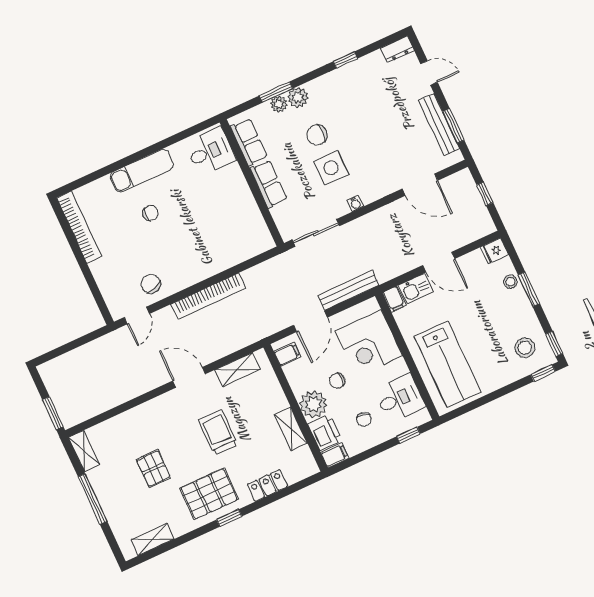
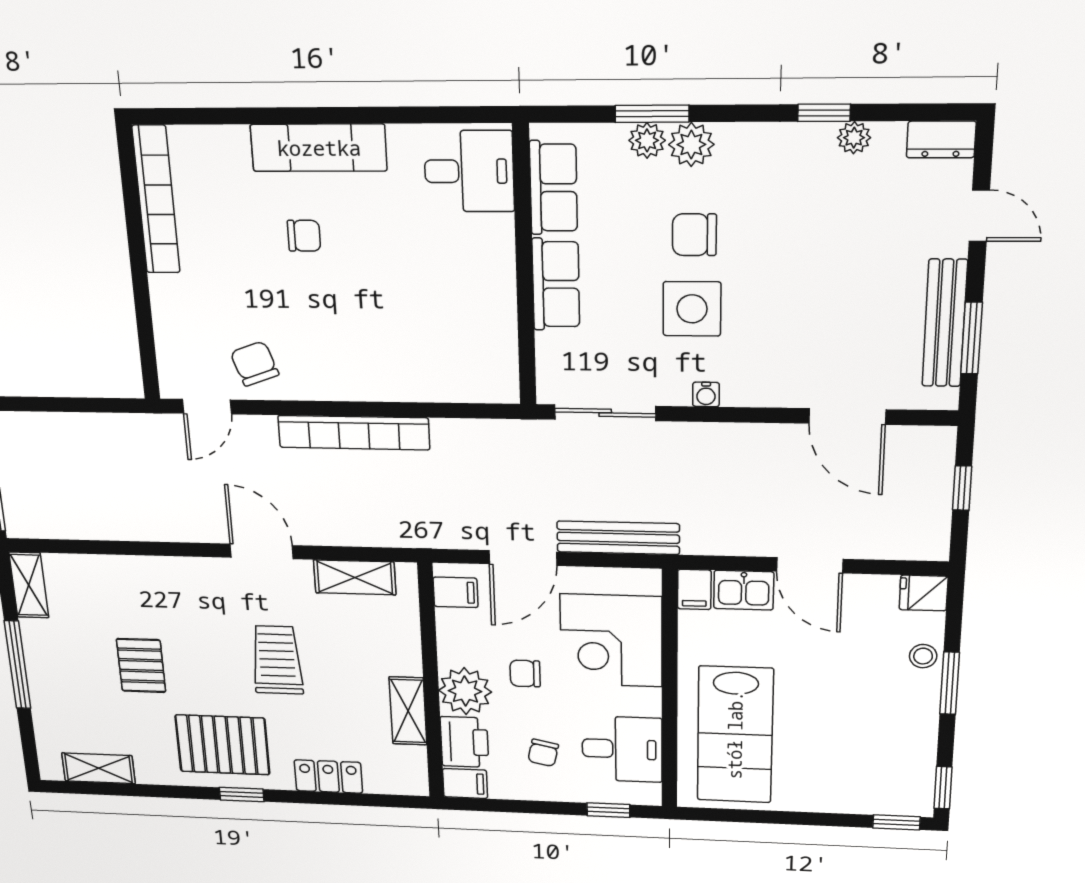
plant: (362, 65) -> (854, 138), added
stool: (525, 348) -> (887, 770), removed

